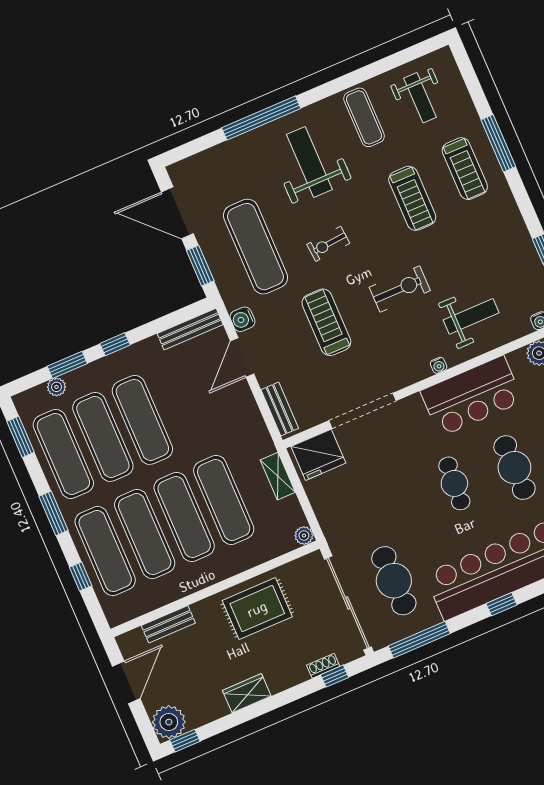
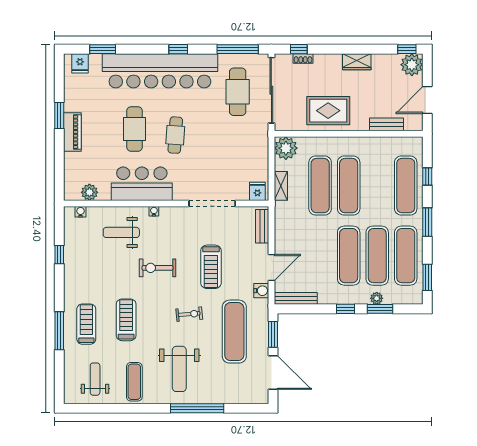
plant: (56, 387) -> (377, 298), moved
fridge: (318, 455) -> (257, 191), width x0.53, depth x0.75
exercise mat: (145, 534) -> (377, 186), removed
plant: (304, 536) -> (286, 148), width x1.87, depth x1.87

